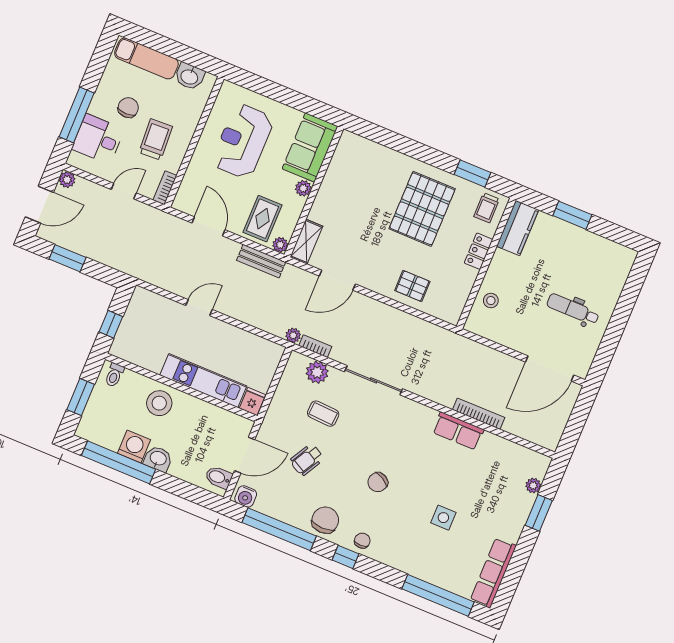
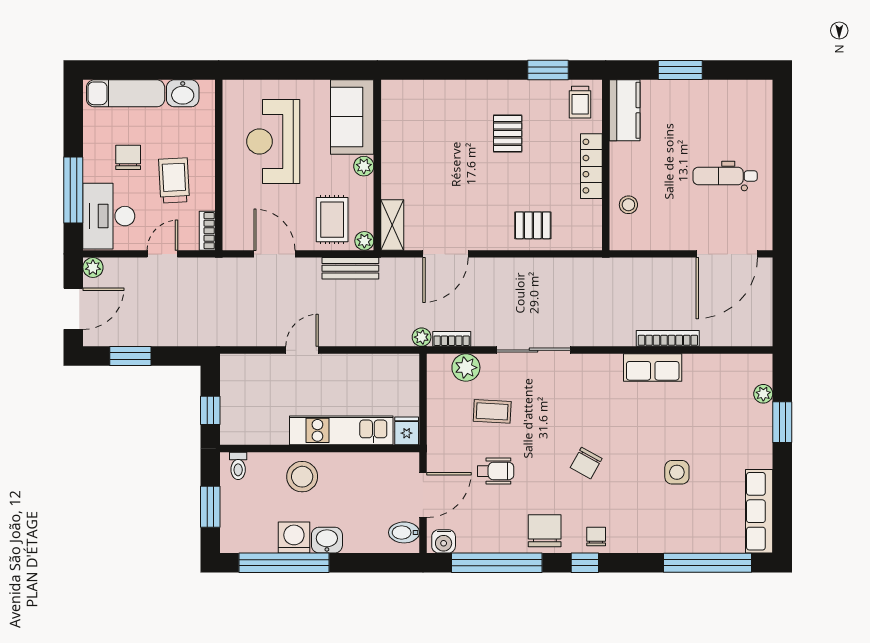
desk: (98, 139) -> (109, 216), width x1.37
pallet: (422, 209) -> (508, 134), width x0.49, depth x0.50
locker: (478, 251) -> (591, 166), width x1.53
wheelchair: (307, 460) -> (495, 471), turned -119

